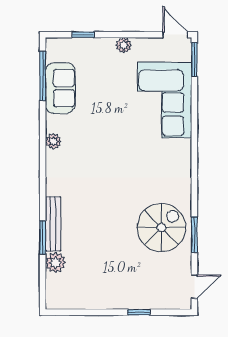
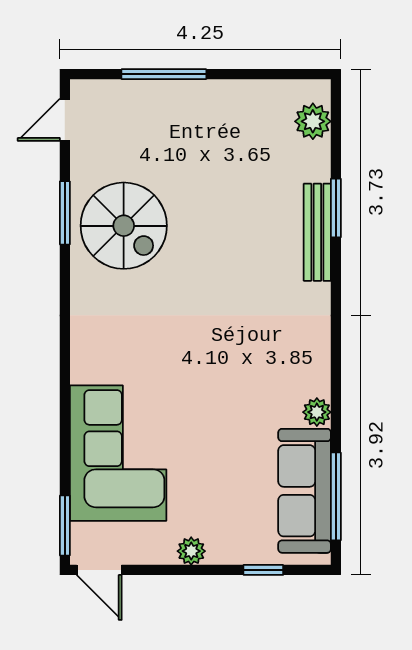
sofa: (60, 88) -> (305, 491), width x1.36
plant: (53, 141) -> (317, 412), moved
spiral stairs: (161, 227) -> (124, 226), turned -90
plant: (56, 263) -> (313, 121), moved
window: (139, 312) -> (164, 74), width x2.17

